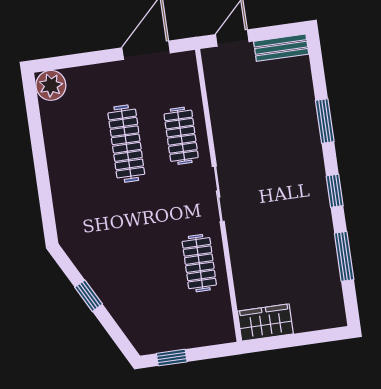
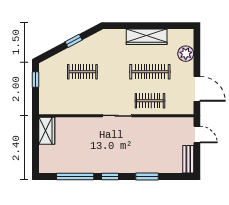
plant: (51, 85) -> (186, 54), moved
wardrobe: (61, 159) -> (147, 37), added
window: (344, 256) -> (75, 176), width x1.44
clothes rail: (199, 263) -> (82, 72), moved

